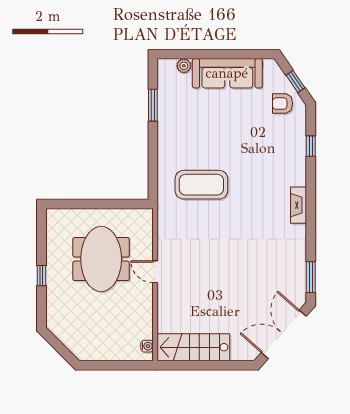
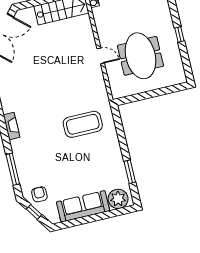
plant: (184, 66) -> (118, 199), width x1.88, depth x1.88
armchair: (283, 104) -> (39, 194), turned -90
window: (311, 146) -> (13, 169), width x2.17

